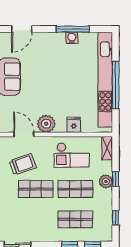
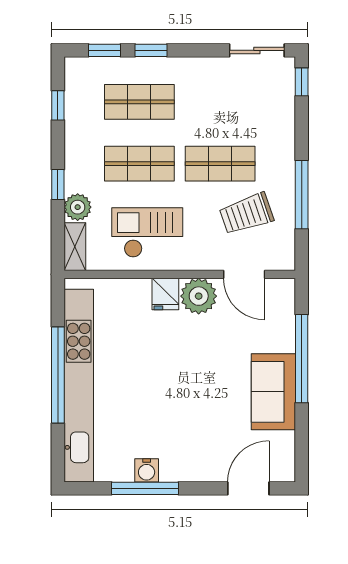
fridge: (74, 125) -> (165, 294), moved
plant: (106, 181) -> (78, 207), moved

